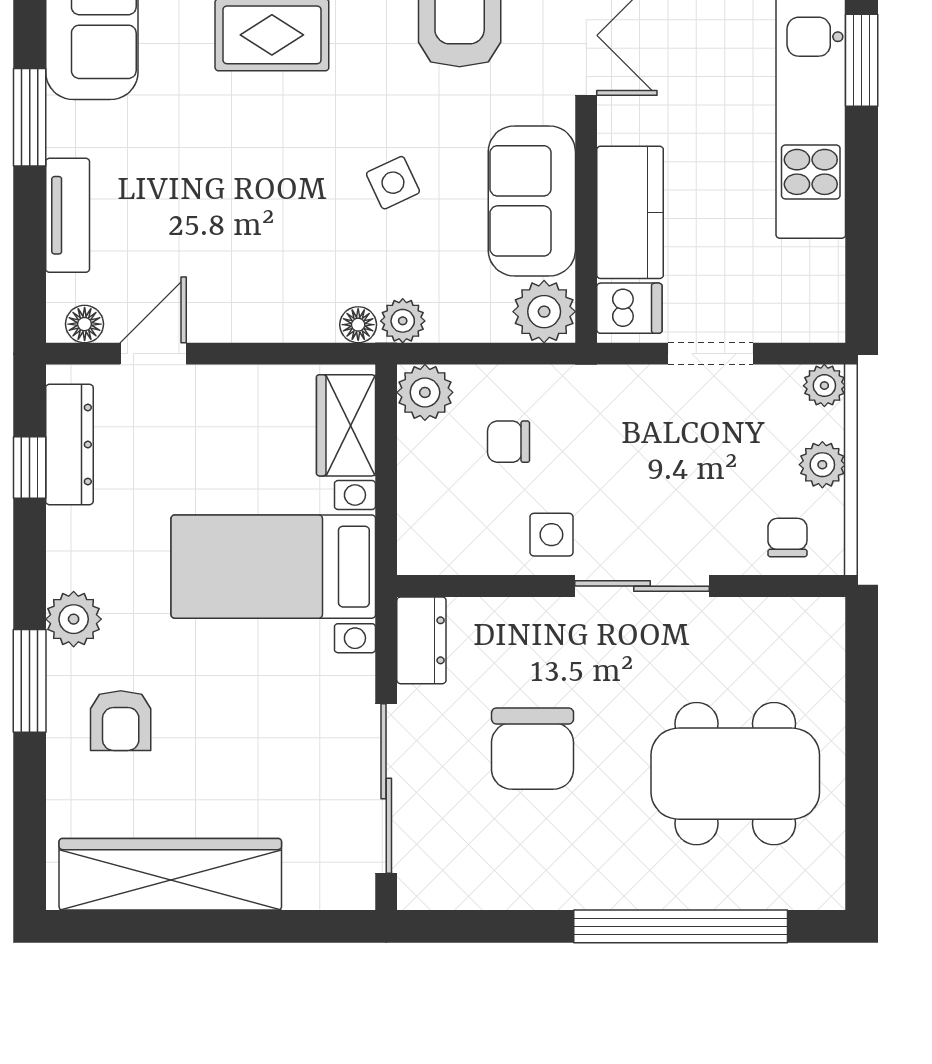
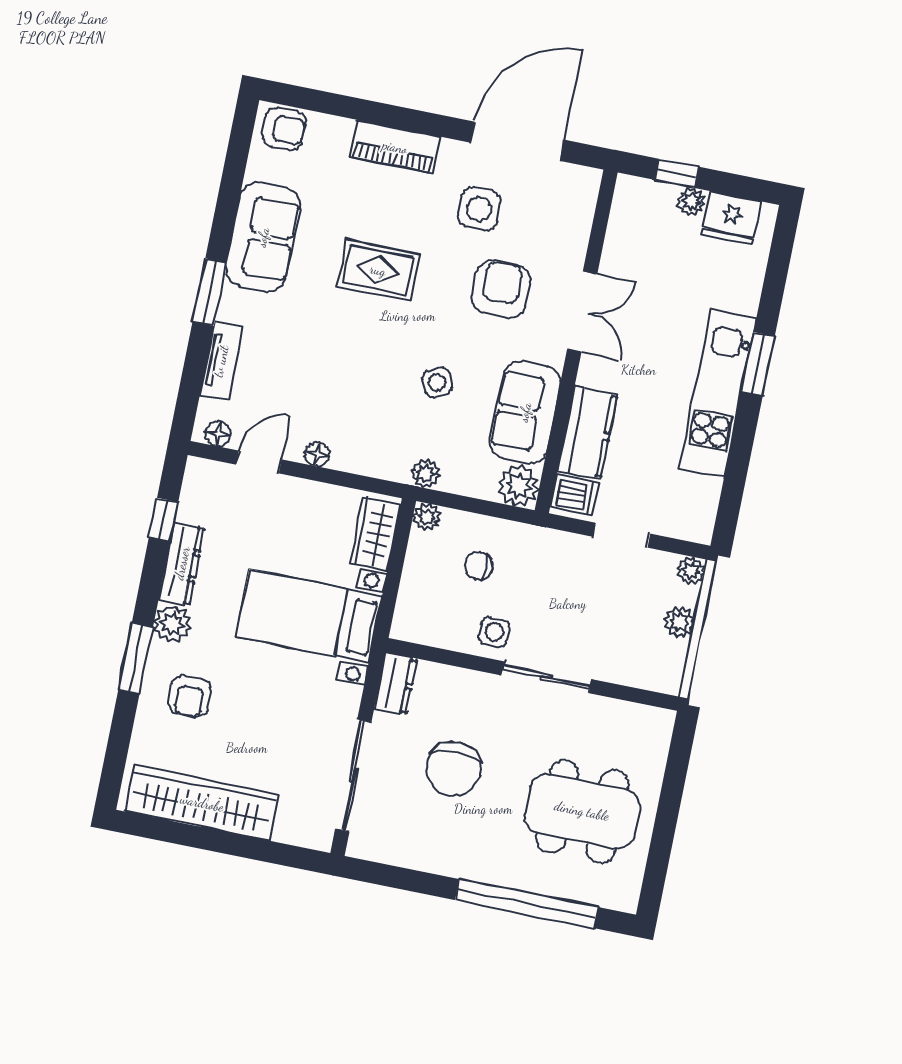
floor lamp: (358, 325) -> (317, 454), moved
plant: (425, 392) -> (427, 517), width x0.73, depth x0.73
dresser: (69, 445) -> (182, 563), moved
chair: (787, 538) -> (647, 665), removed

